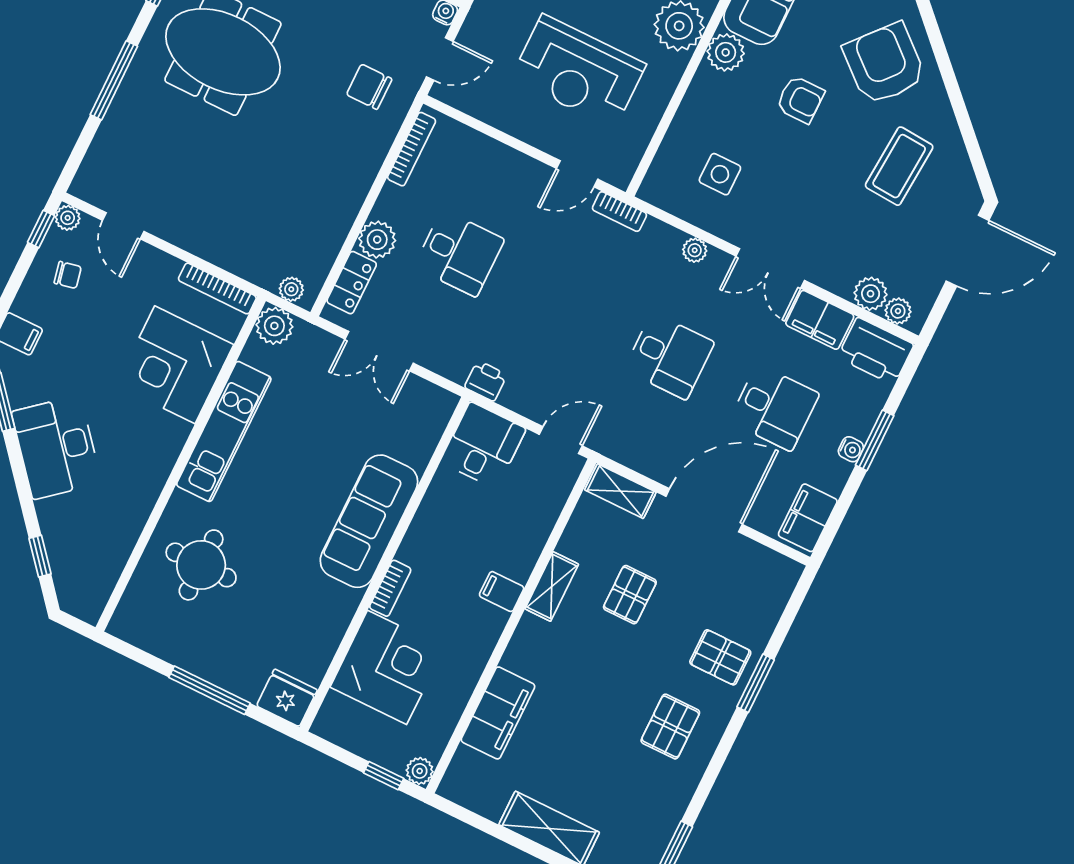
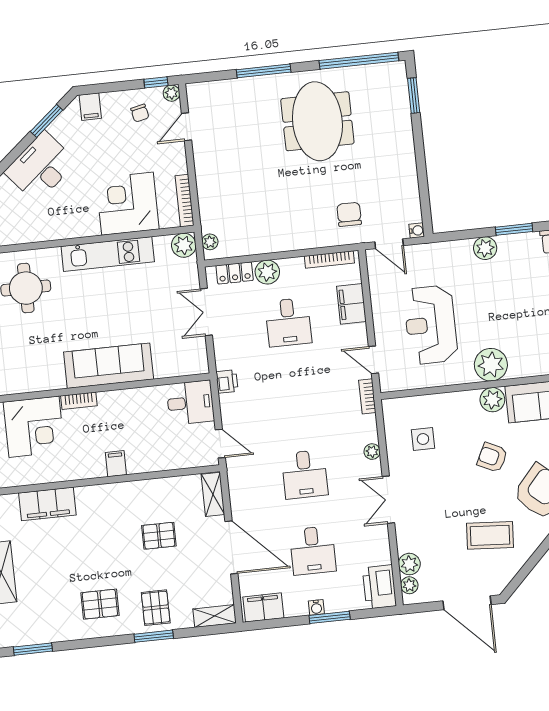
armchair: (800, 99) -> (492, 457), turned 116
filing cabinet: (820, 320) -> (351, 304), moved
shelving: (552, 587) -> (215, 616), moved

